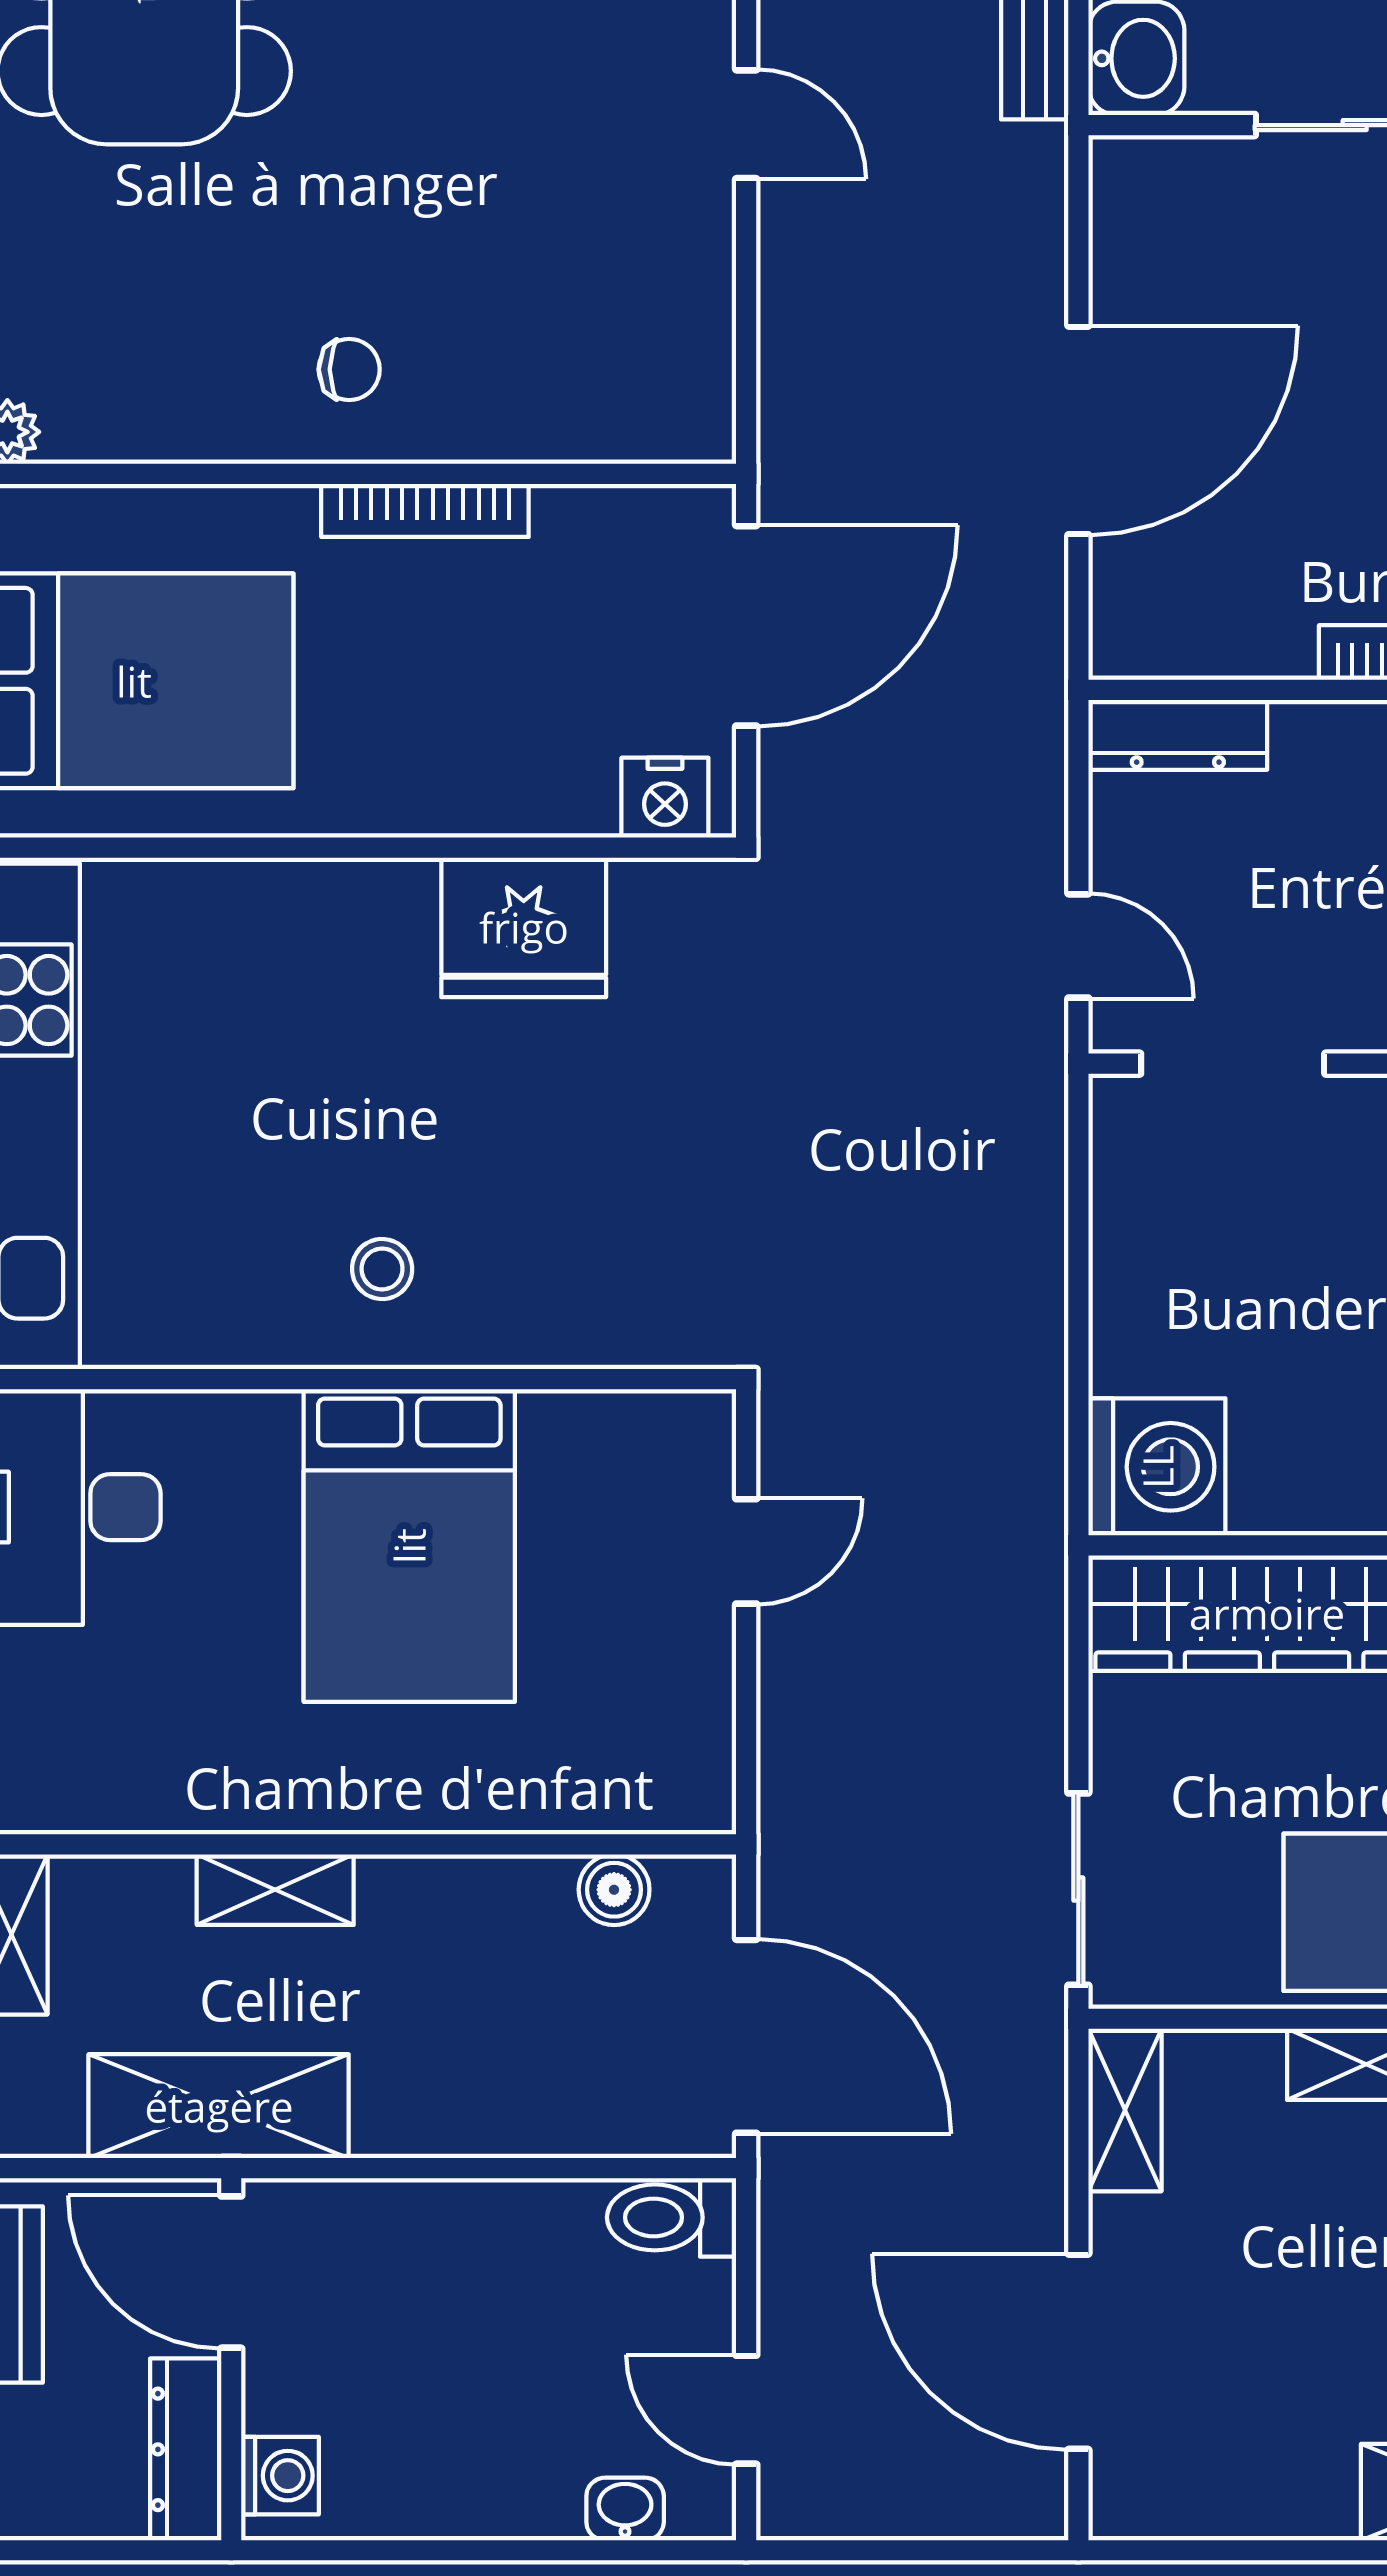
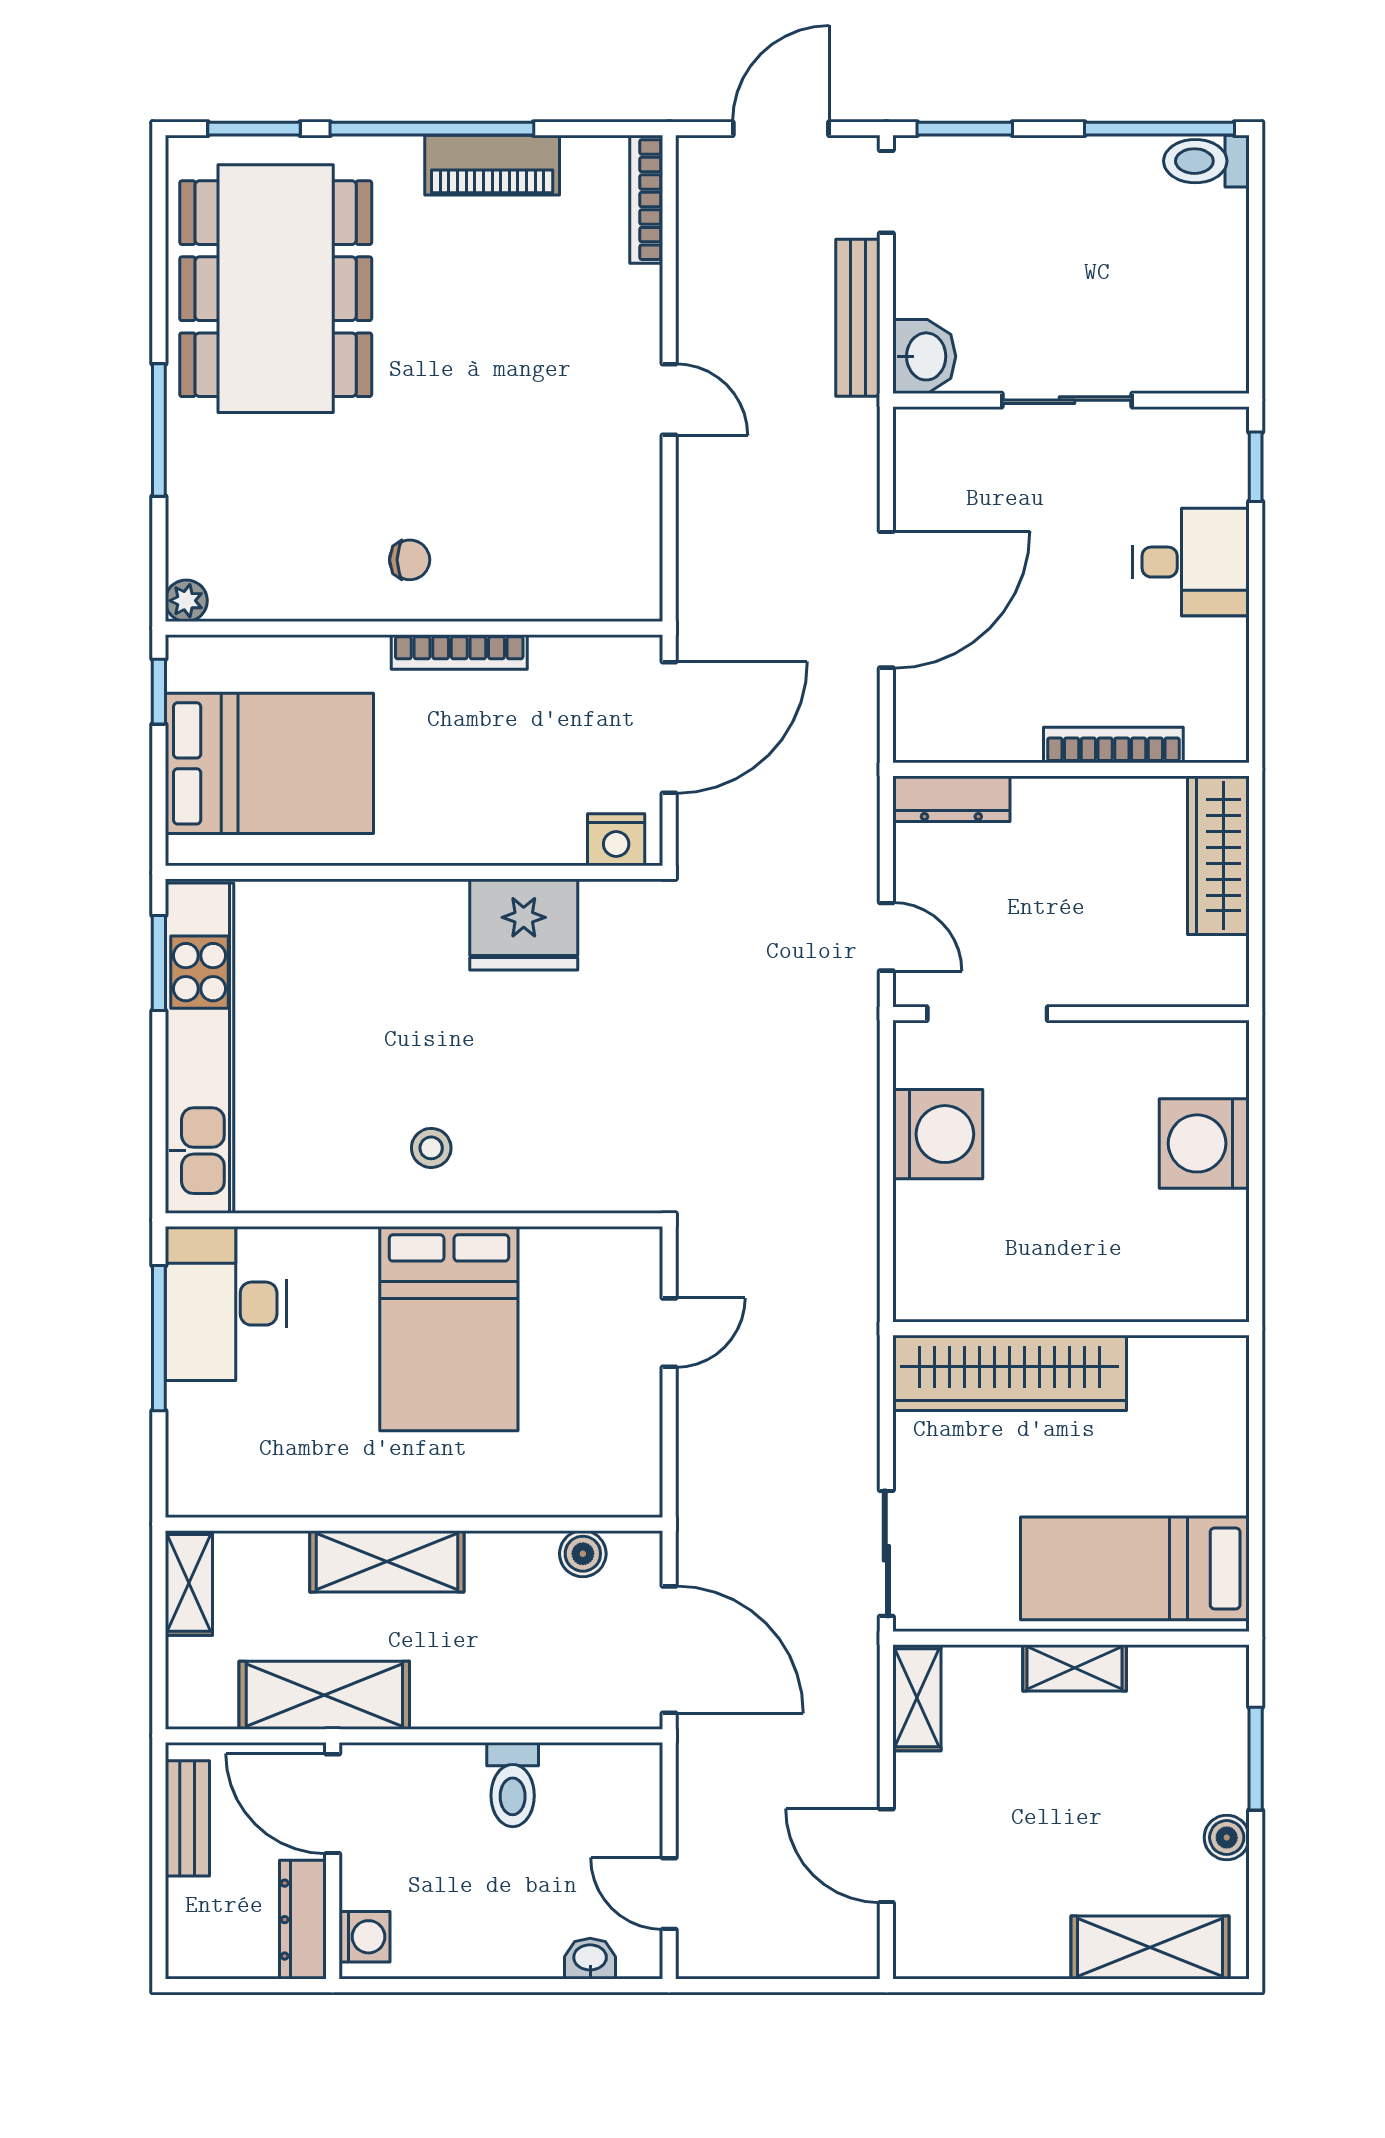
washing machine: (1157, 1467) -> (938, 1134), moved
shelving: (275, 1890) -> (387, 1561), width x1.50, depth x1.33
toilet: (672, 2217) -> (513, 1785), moved, turned -90
door: (1078, 2352) -> (886, 1856), width x0.73

